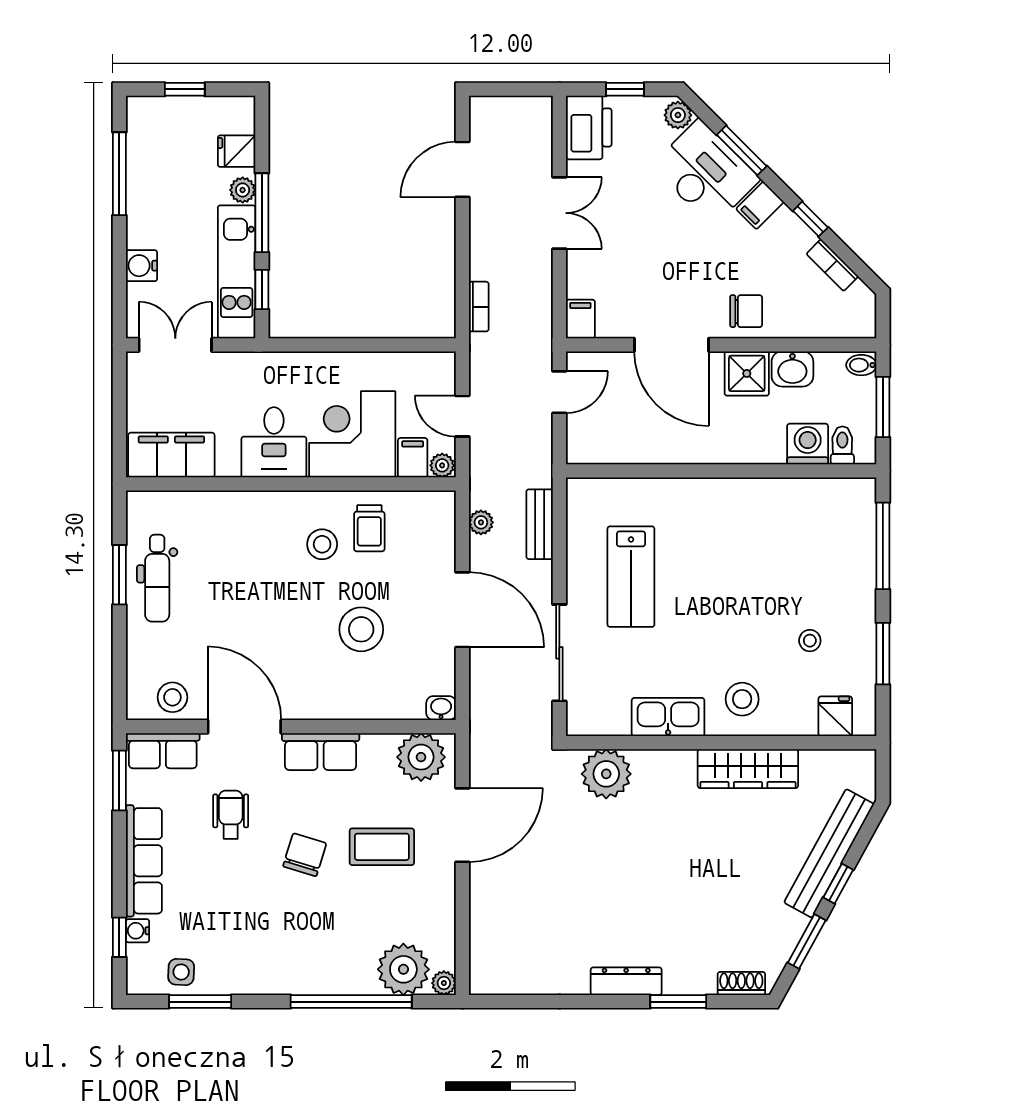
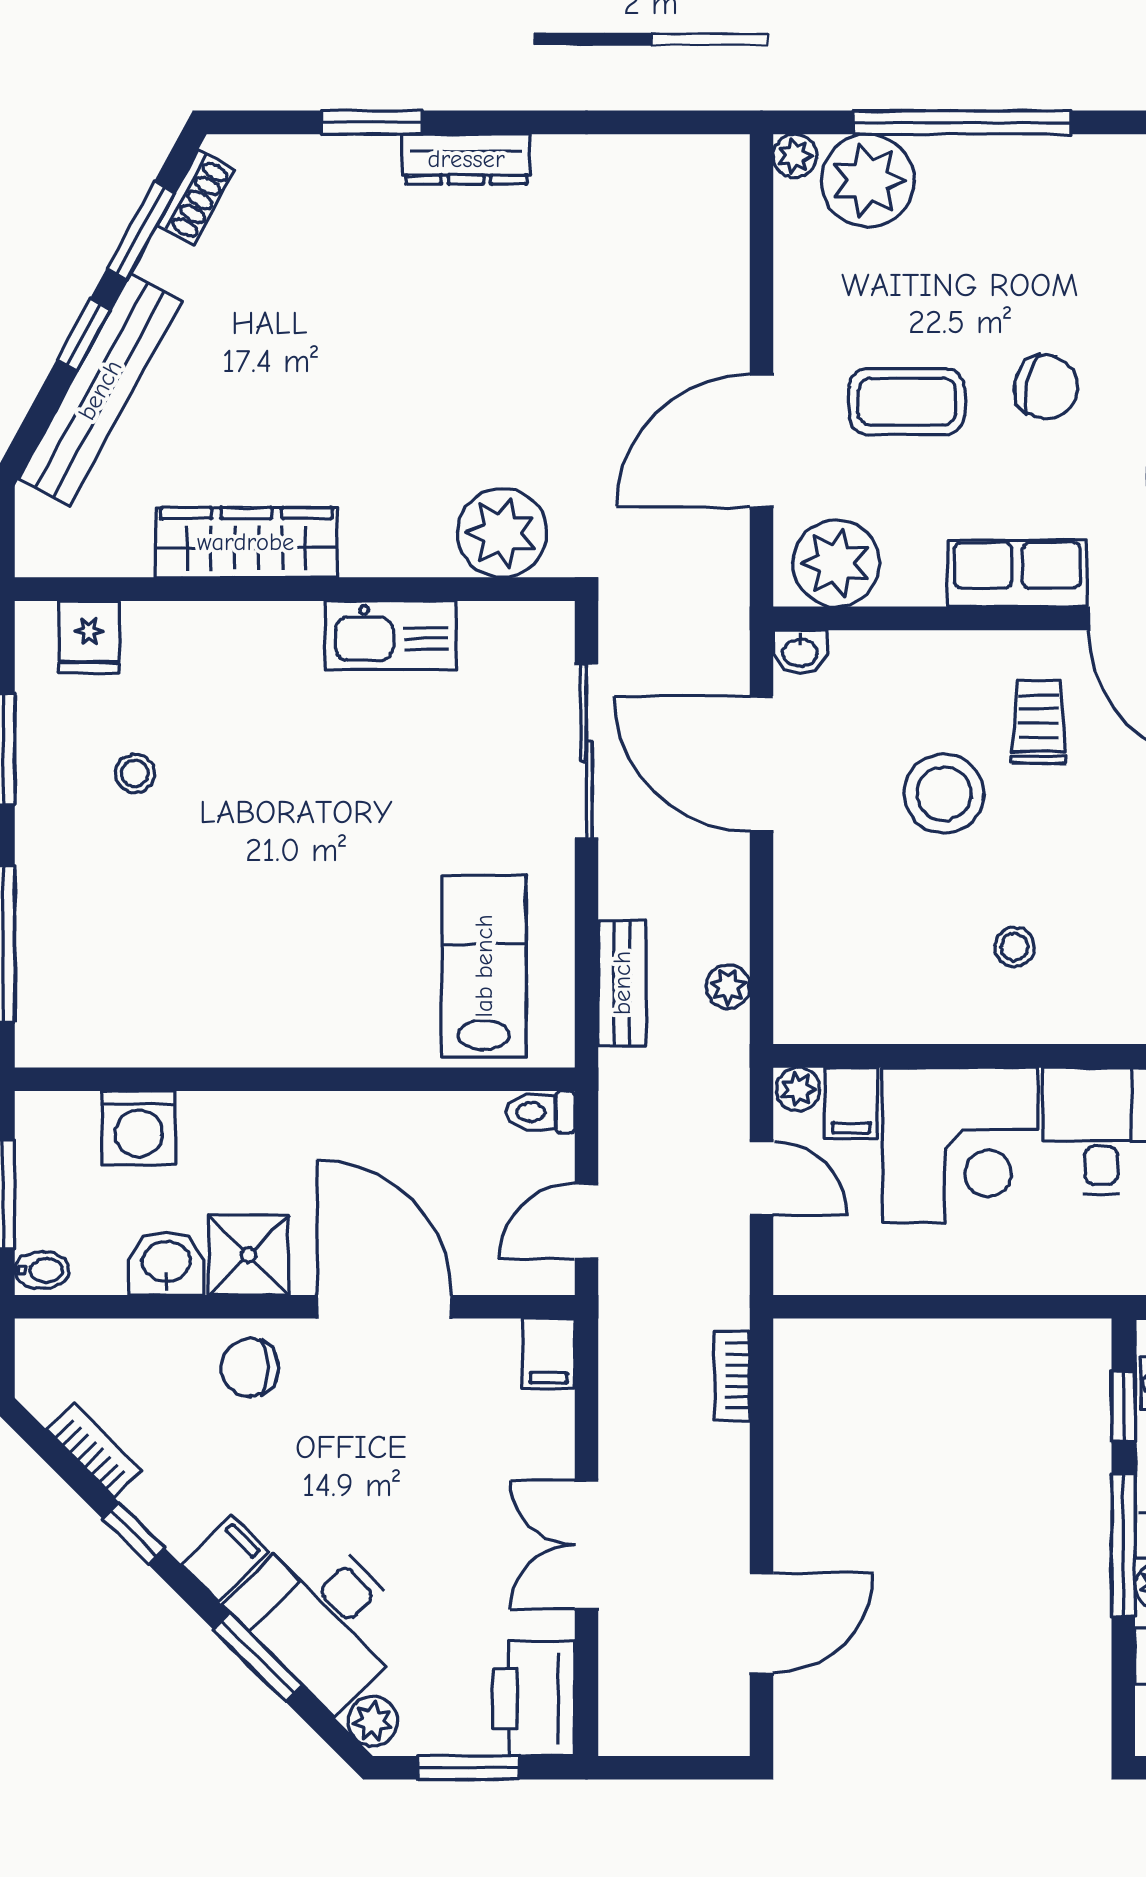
window: (625, 89) -> (468, 1768), width x1.50
toilet: (842, 445) -> (540, 1112), moved, turned 90
trolley: (369, 528) -> (1039, 722), moved
stool: (322, 544) -> (1015, 947), width x0.73, depth x0.73
lab bench: (631, 577) -> (484, 966), moved
door: (462, 610) -> (762, 764), moved
stool: (742, 699) -> (257, 668), removed
chair: (305, 855) -> (1046, 387), turned -95
shoe rack: (741, 984) -> (196, 197), moved, turned -61

